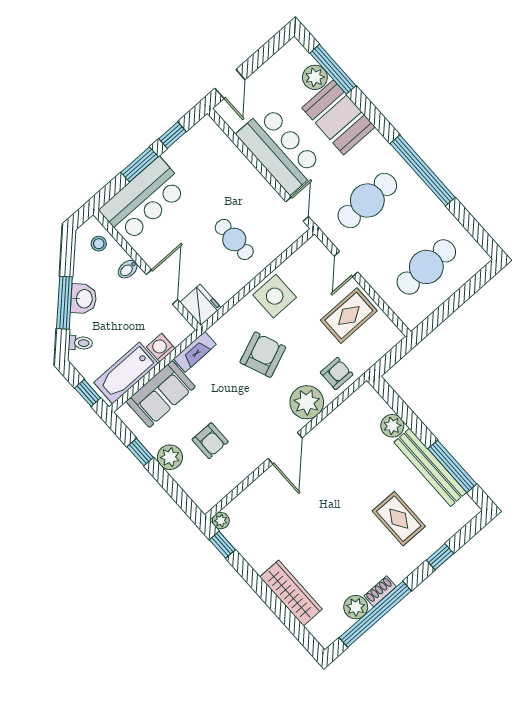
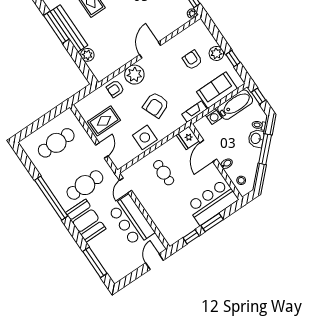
plant: (315, 77) -> (106, 259), removed
booth: (338, 117) -> (86, 221), moved
washbasin: (84, 299) -> (256, 138), moved

